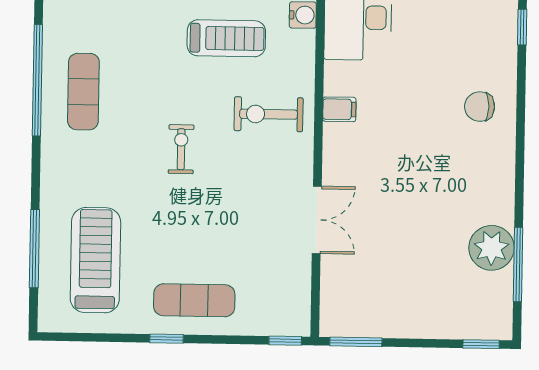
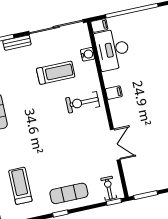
exercise bike: (181, 149) -> (109, 188), moved
treadmill: (95, 260) -> (20, 186), width x0.73, depth x0.73

